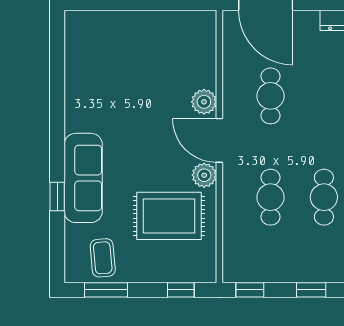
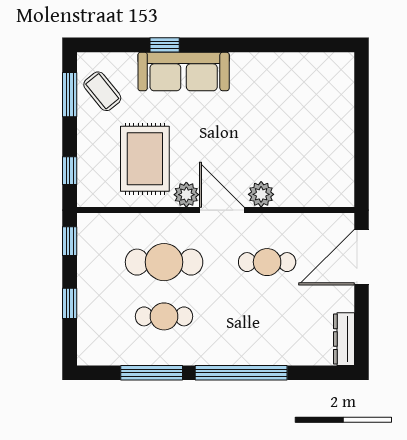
door: (219, 140) -> (222, 210), hinge flipped
cafe table: (270, 197) -> (164, 262), width x1.37, depth x1.35
coffee table: (103, 258) -> (102, 91), turned 56

